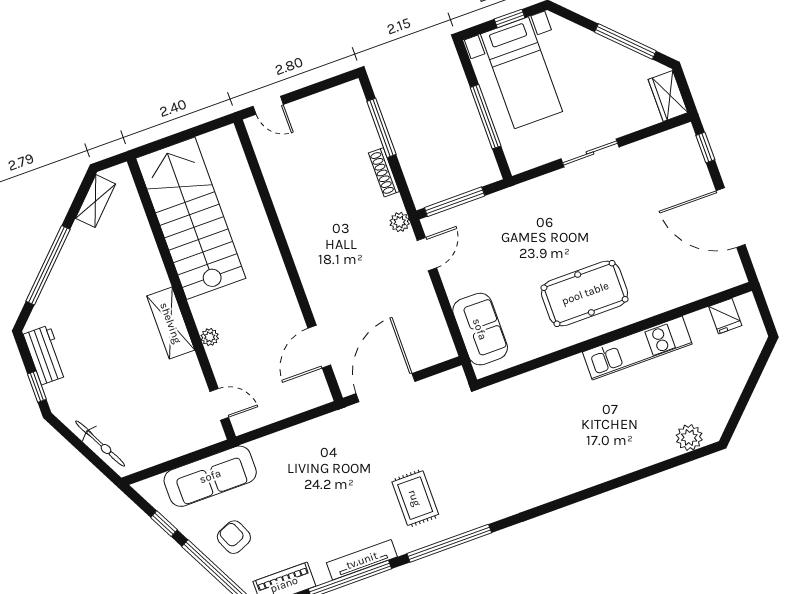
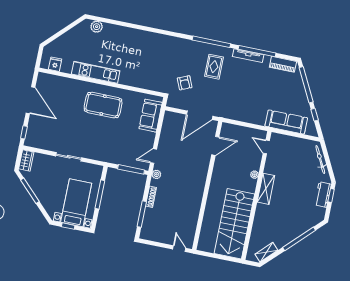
workbench: (45, 355) -> (323, 195), moved
armchair: (234, 537) -> (185, 83), moved

